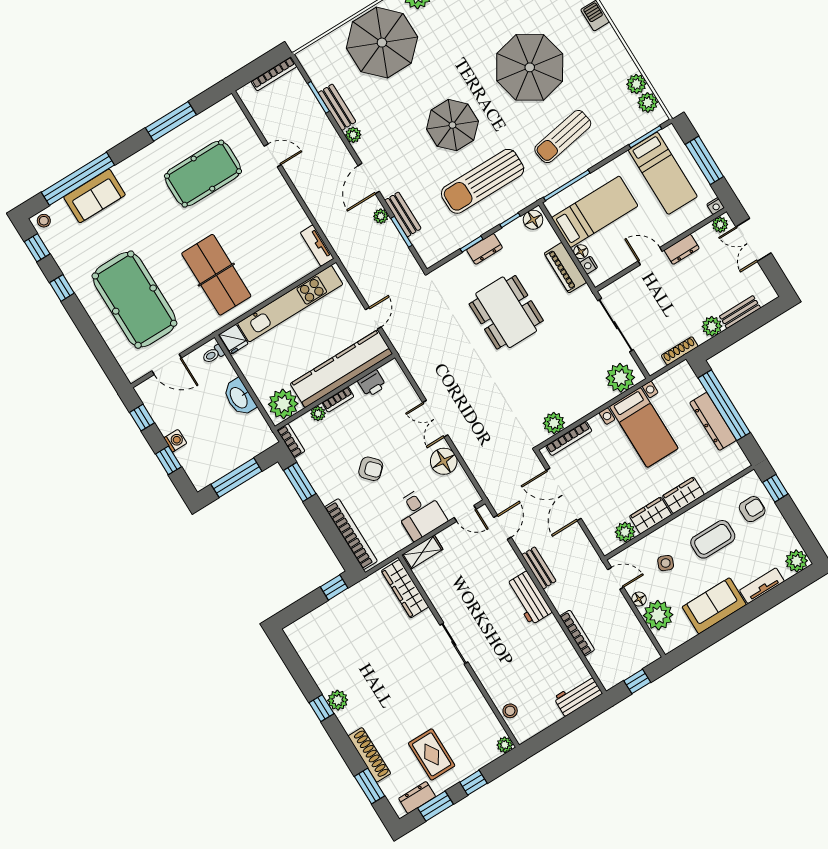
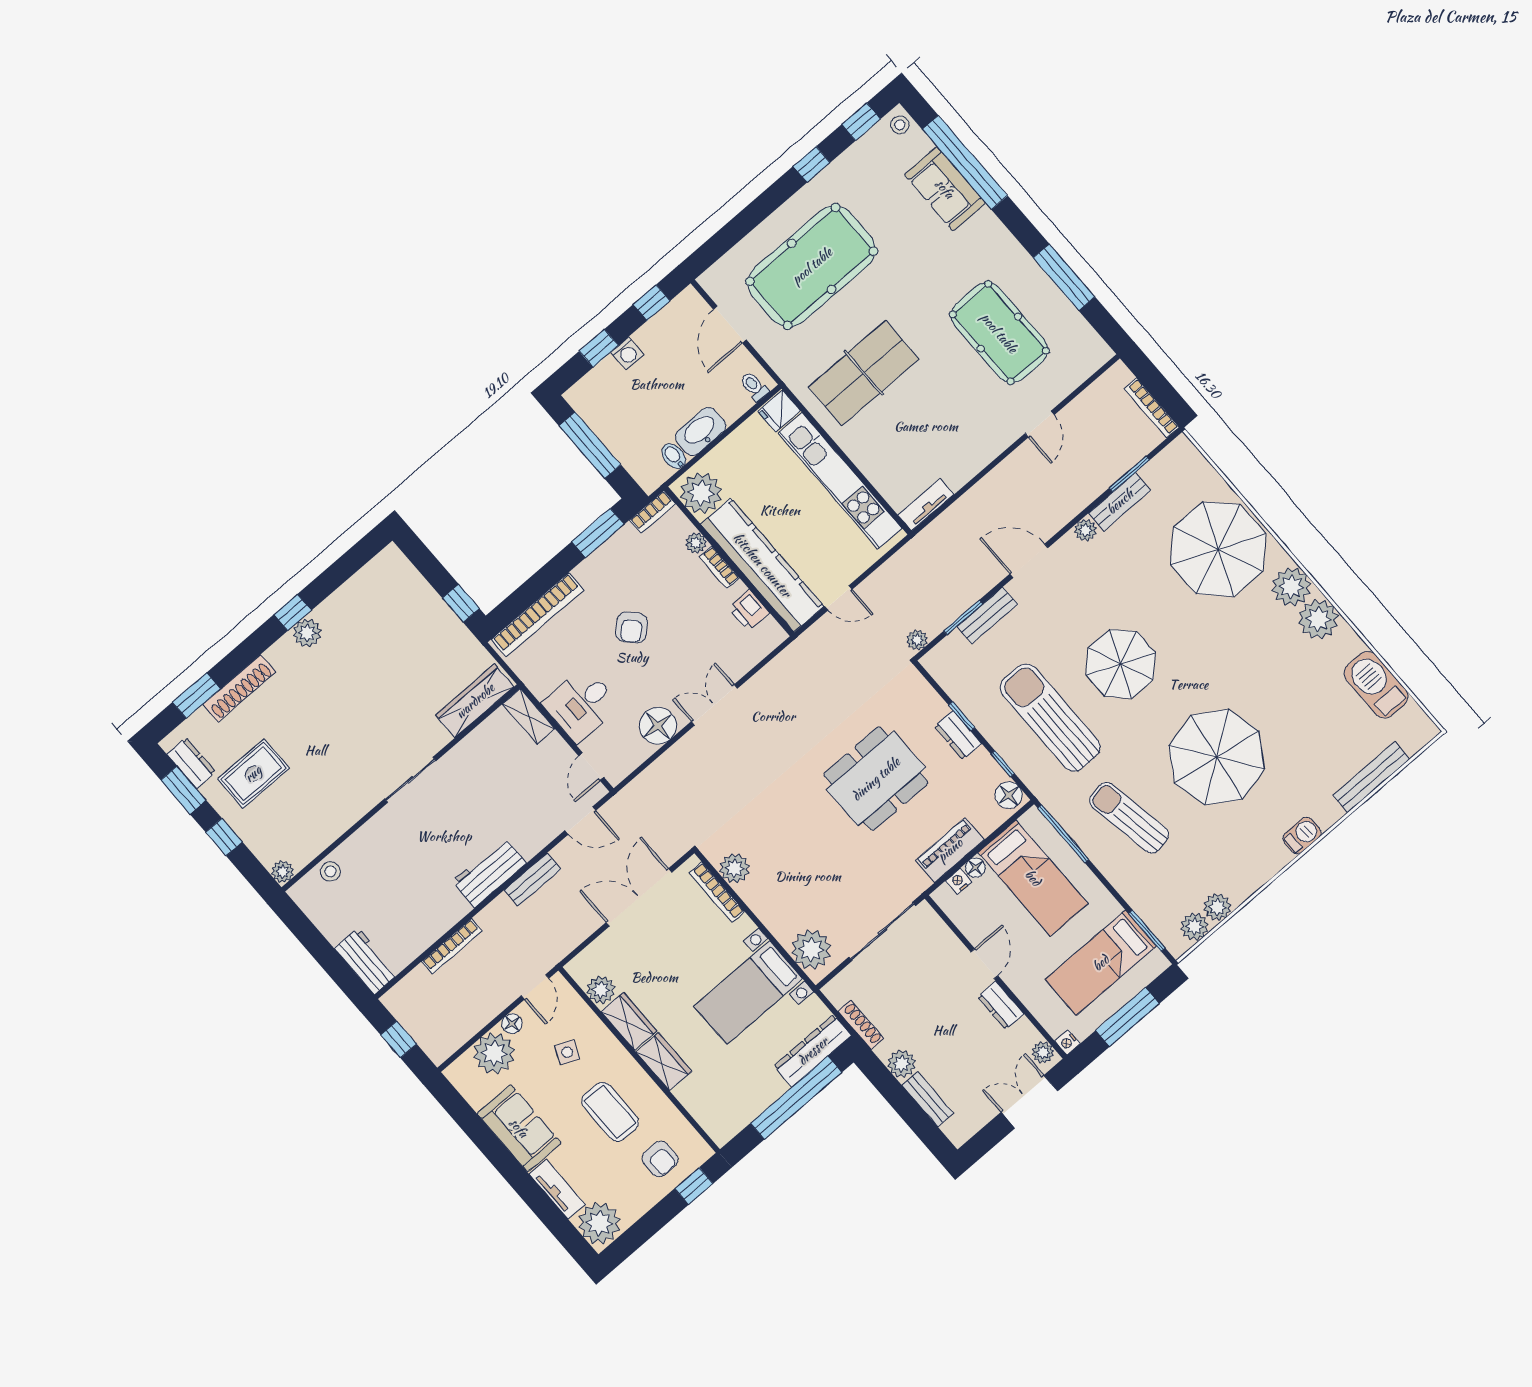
plant: (381, 216) -> (917, 640), moved
bidet: (254, 419) -> (674, 456), added
dresser: (713, 421) -> (813, 1051), moved
plant: (796, 561) -> (599, 1223), width x1.36, depth x1.36

